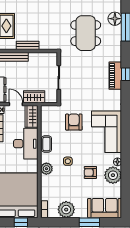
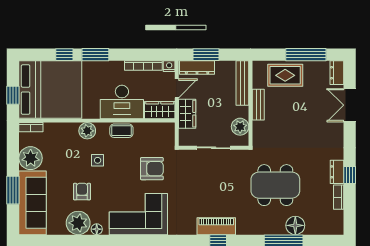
plant: (44, 58) -> (240, 127), added
sofa: (105, 208) -> (33, 203), width x1.36

